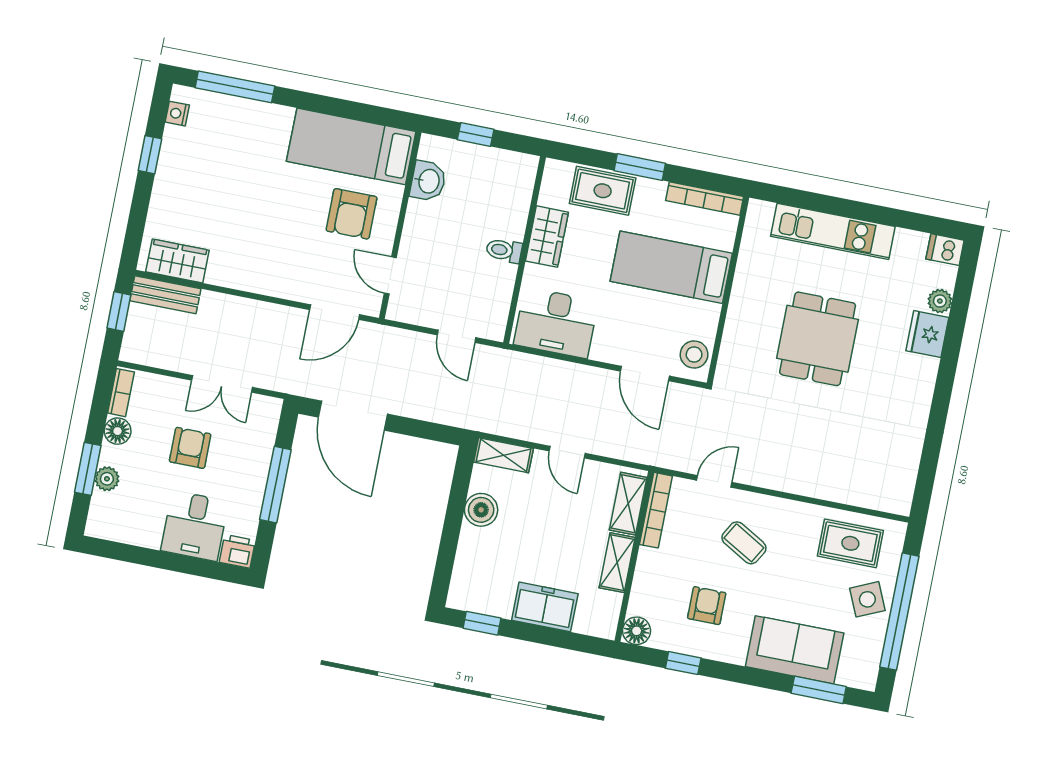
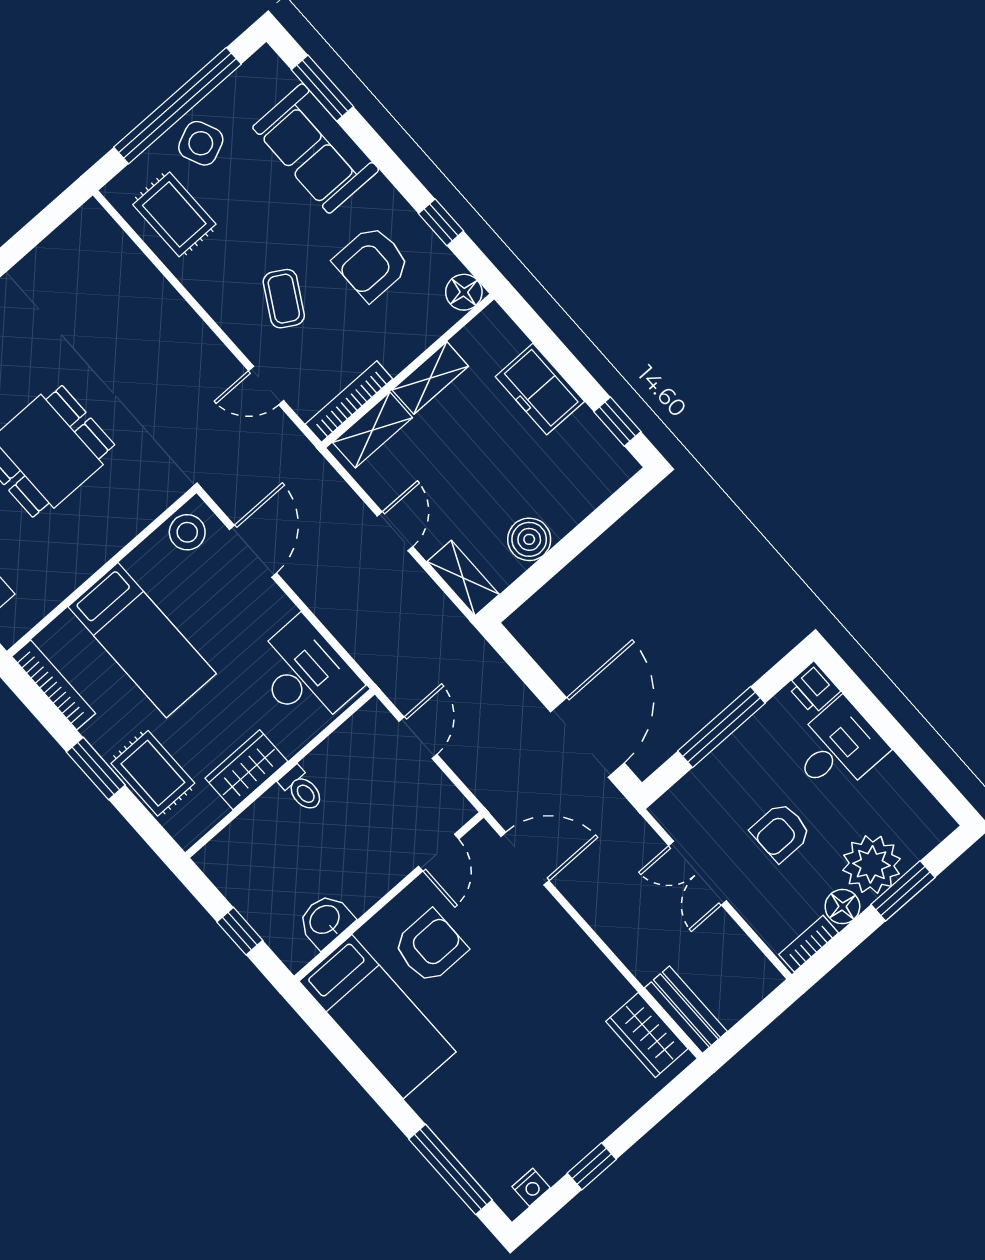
window: (119, 312) -> (747, 1029), removed
double door: (222, 384) -> (697, 873), swing flipped
plant: (107, 479) -> (872, 864), width x1.88, depth x1.88
armchair: (707, 606) -> (372, 263), width x1.38, depth x1.38

